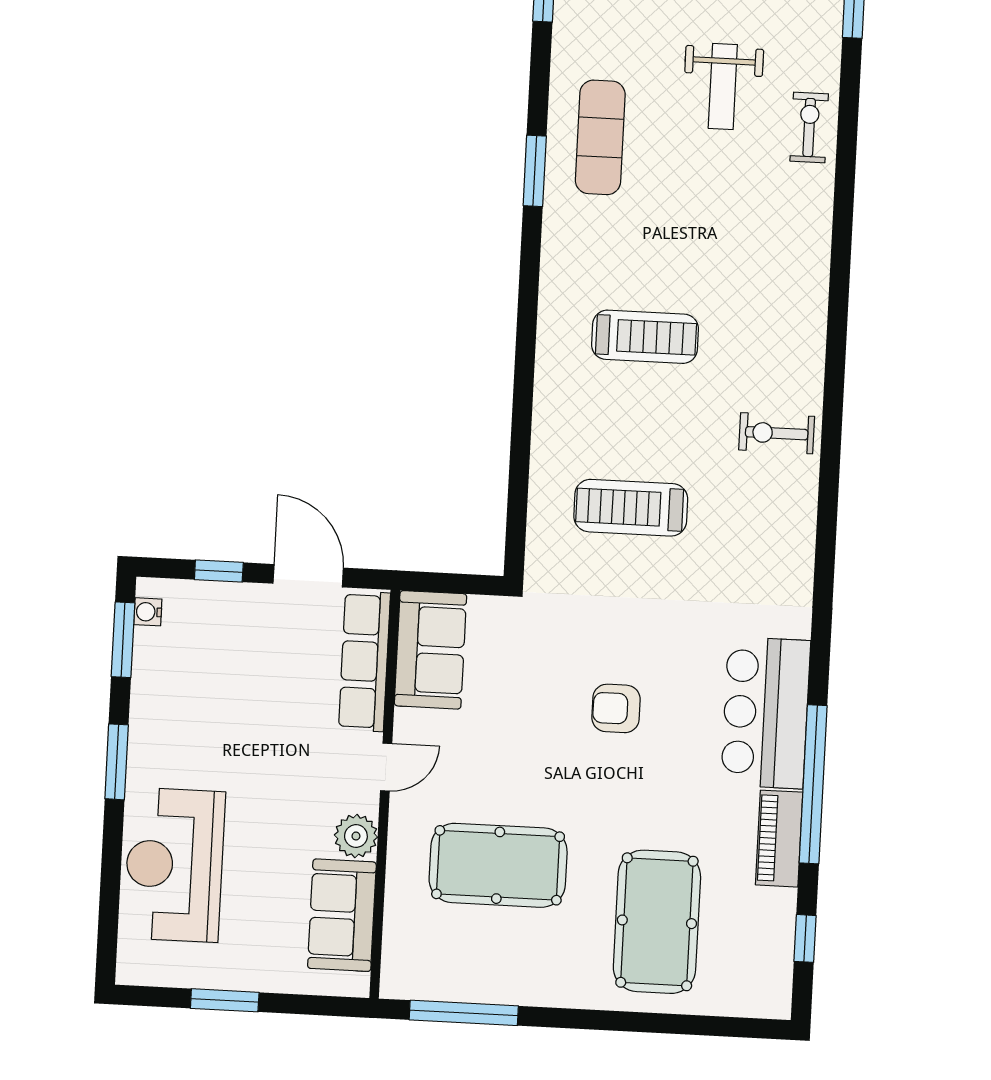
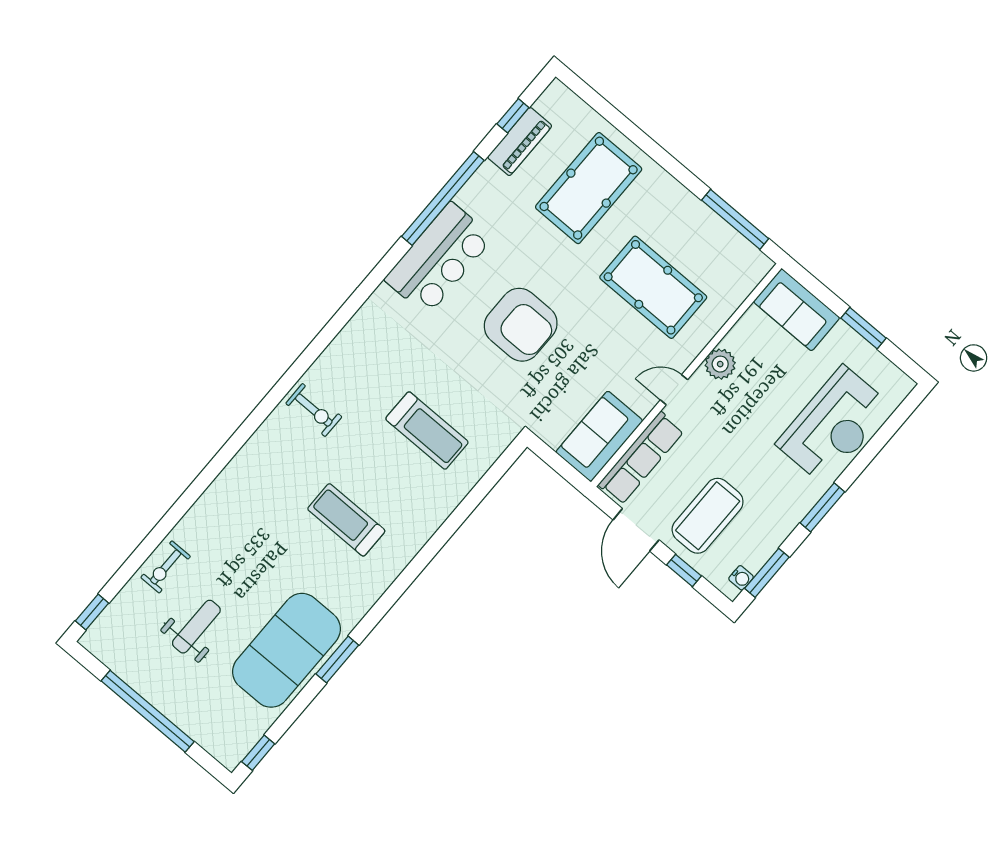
exercise mat: (600, 137) -> (286, 650), width x2.00, depth x1.45
coffee table: (239, 653) -> (708, 516), added
armchair: (616, 708) -> (521, 325), width x1.88, depth x1.88
piano: (779, 839) -> (520, 142), moved
sofa: (342, 915) -> (797, 310), moved, turned 90

